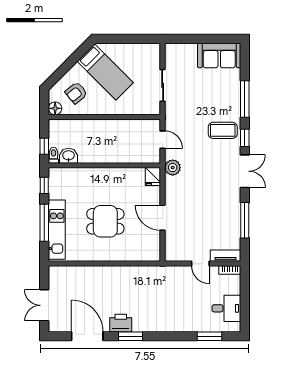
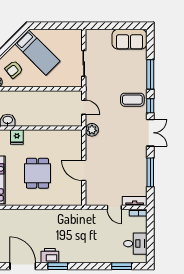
fridge: (153, 177) -> (17, 137), moved
dining table: (105, 221) -> (37, 173), turned 90

